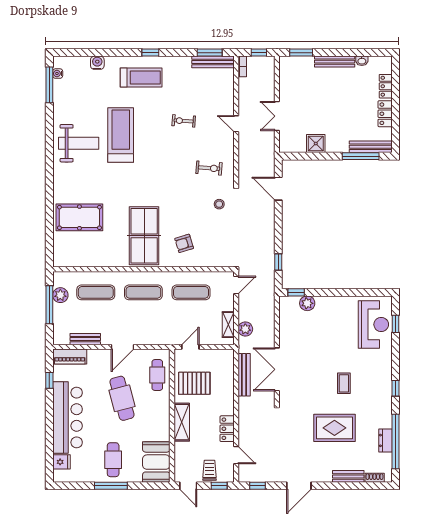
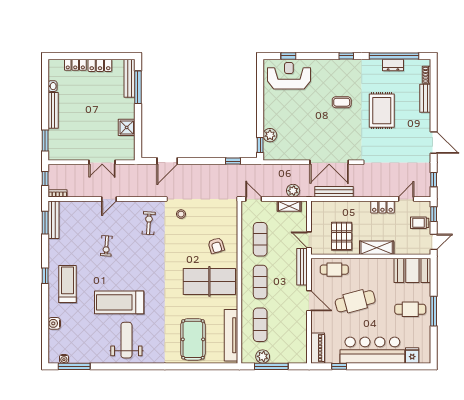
tv unit: (84, 260) -> (231, 335), added
bench: (85, 339) -> (302, 267), moved, width x1.36

